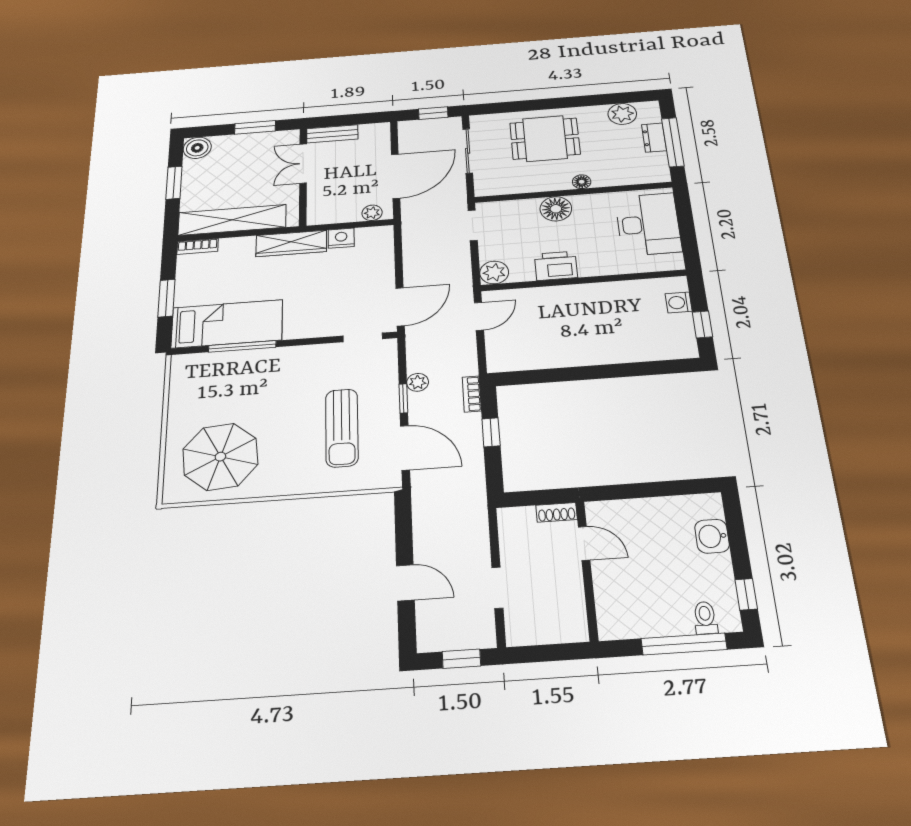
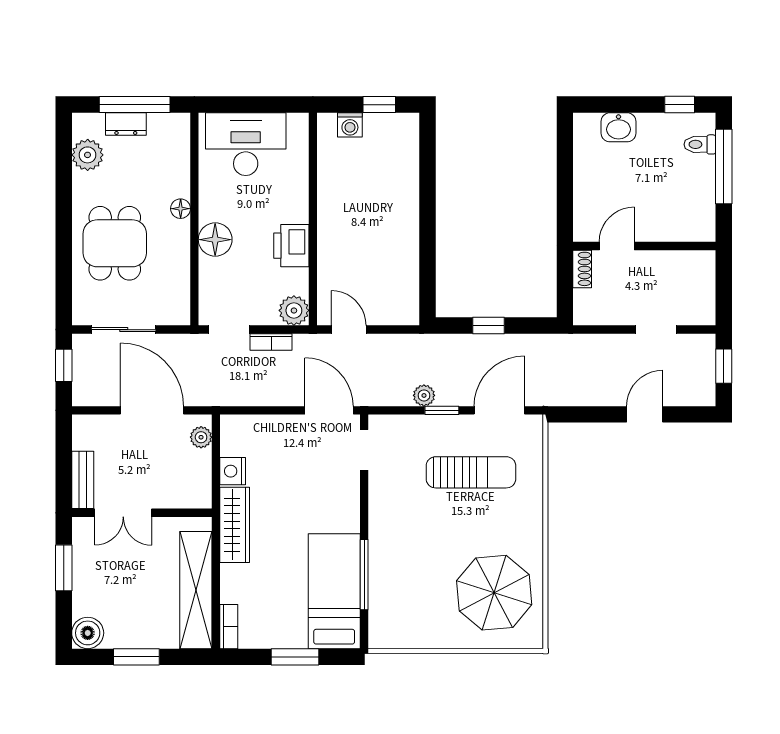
bookcase: (472, 394) -> (271, 342), moved

